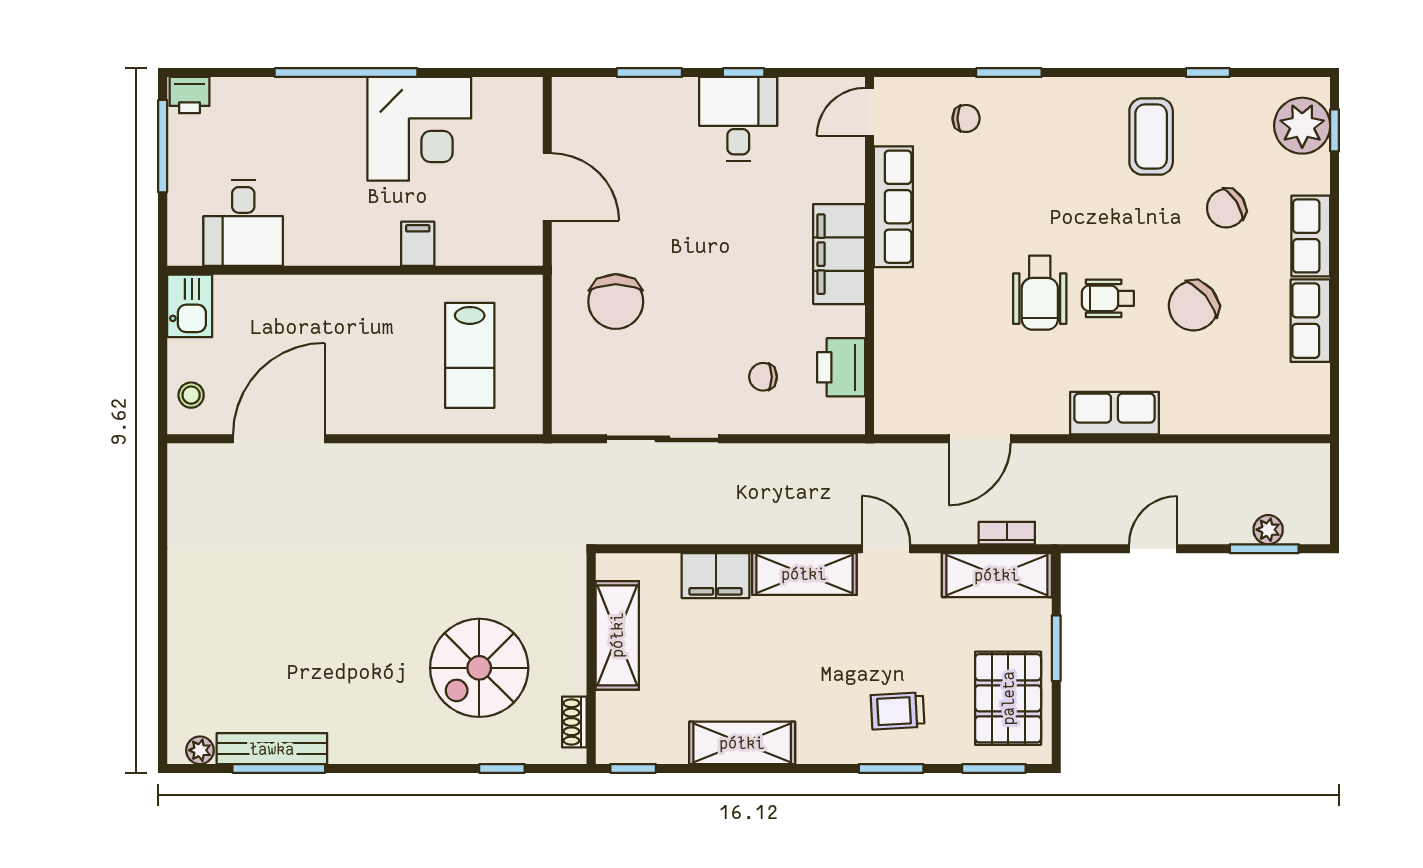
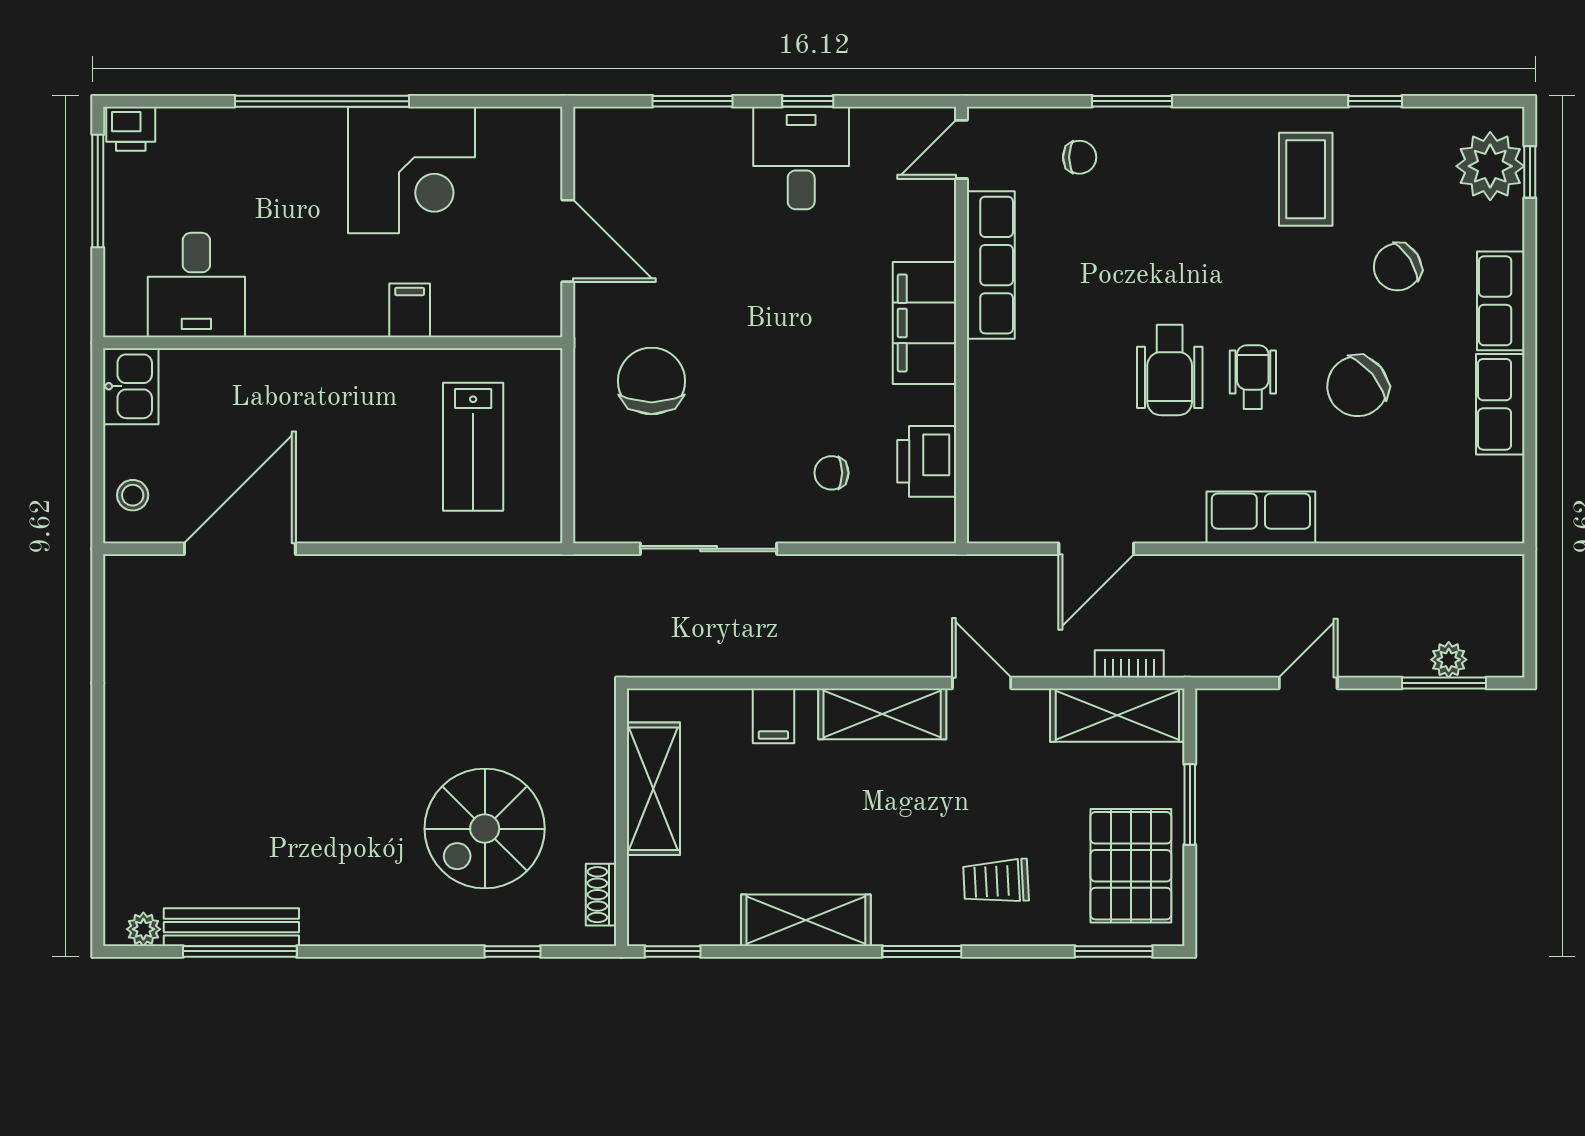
wheelchair: (1108, 298) -> (1253, 377), turned 90
chair: (616, 302) -> (652, 381), turned 180
filing cabinet: (716, 576) -> (773, 716), width x0.50
window: (891, 768) -> (922, 951), moved

